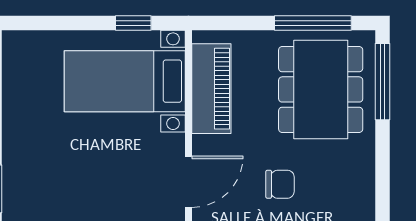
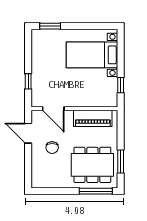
window: (313, 23) -> (121, 162), width x0.69
bed with nightstands: (125, 81) -> (92, 55), moved, turned -90

